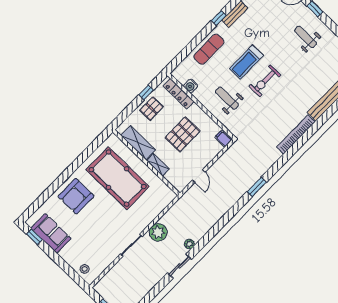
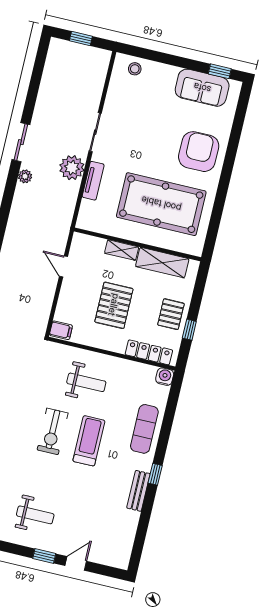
exercise bike: (265, 81) -> (53, 431), turned 180
water cooler: (191, 86) -> (165, 377), moved
tv unit: (150, 217) -> (93, 181), added

